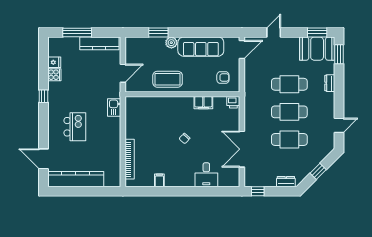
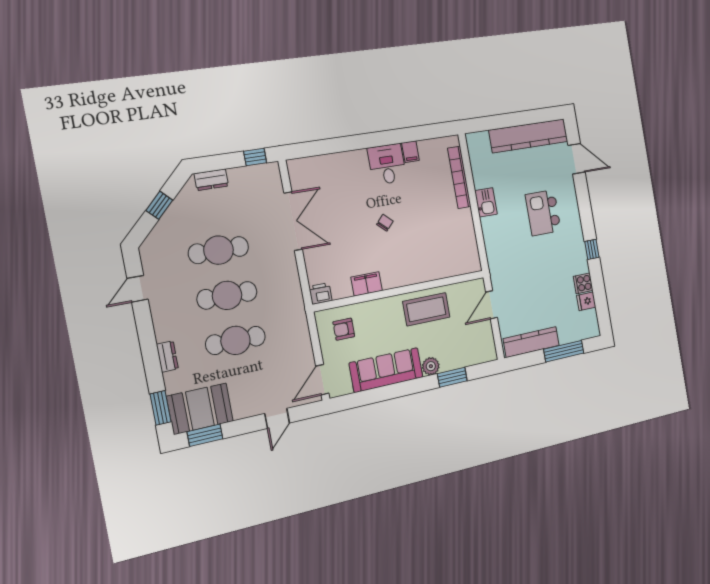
kitchen sink: (114, 107) -> (486, 202), moved
desk: (206, 175) -> (387, 164), moved

